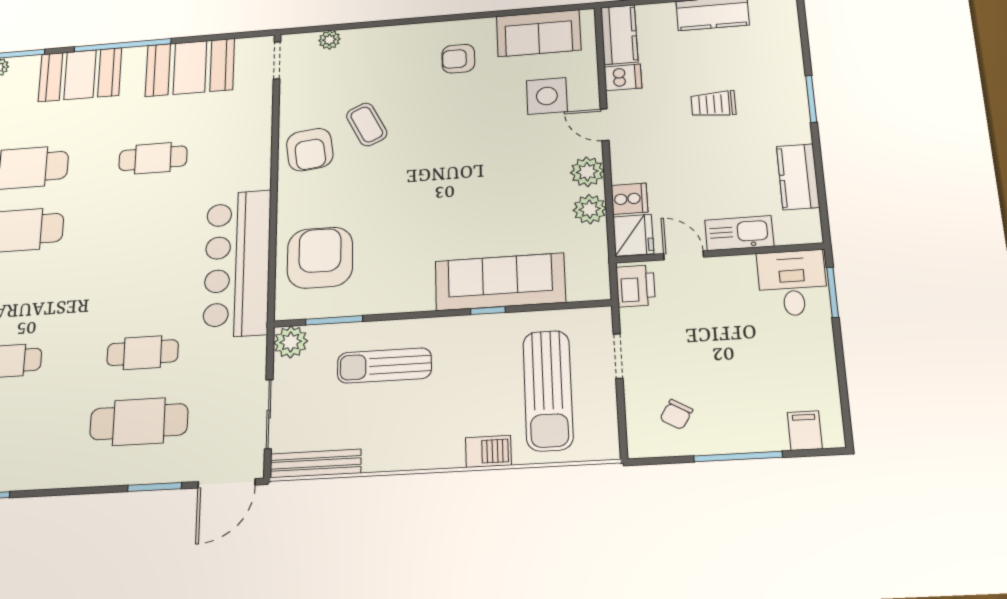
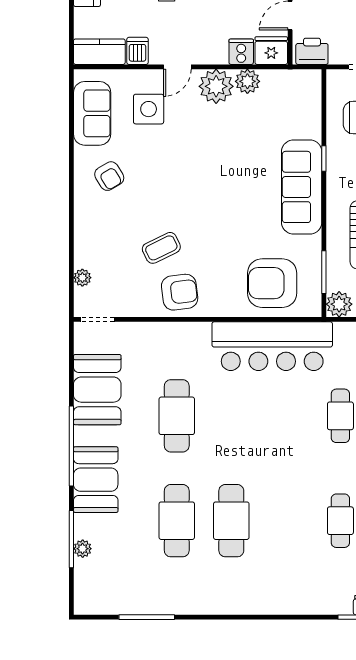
armchair: (458, 59) -> (109, 176), turned -31
cafe table: (153, 158) -> (177, 416), width x1.37, depth x1.35
plant: (587, 172) -> (216, 86), width x1.36, depth x1.36
sofa: (500, 282) -> (302, 187), moved

